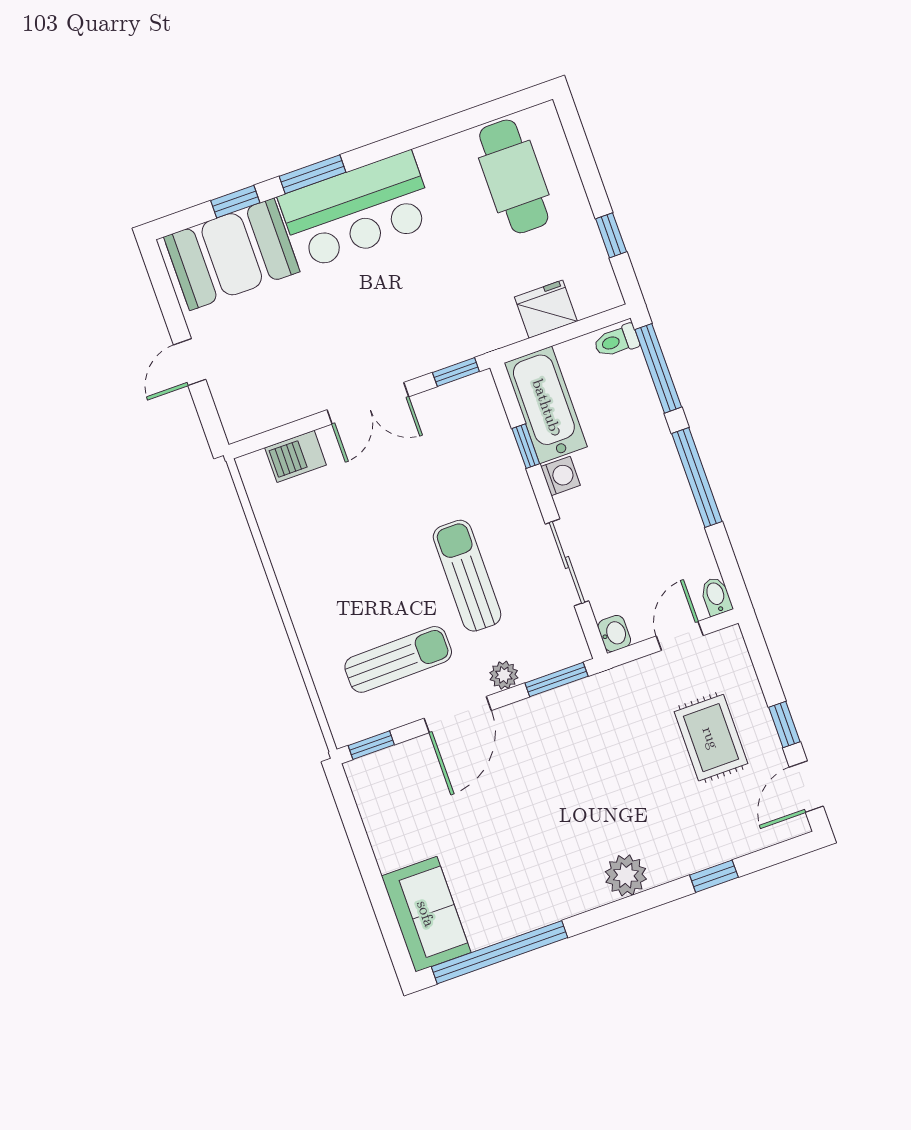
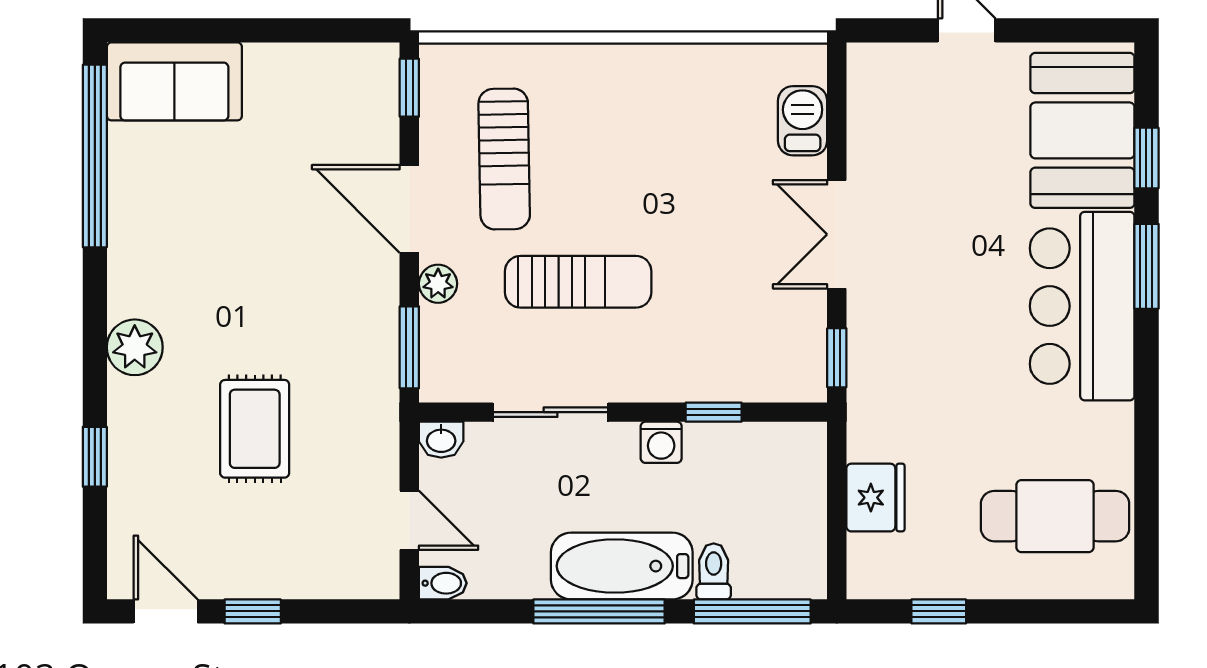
toilet: (616, 341) -> (714, 571), moved
bathtub: (546, 405) -> (622, 566), moved, turned 180
rug: (711, 738) -> (255, 429), moved, turned 90

